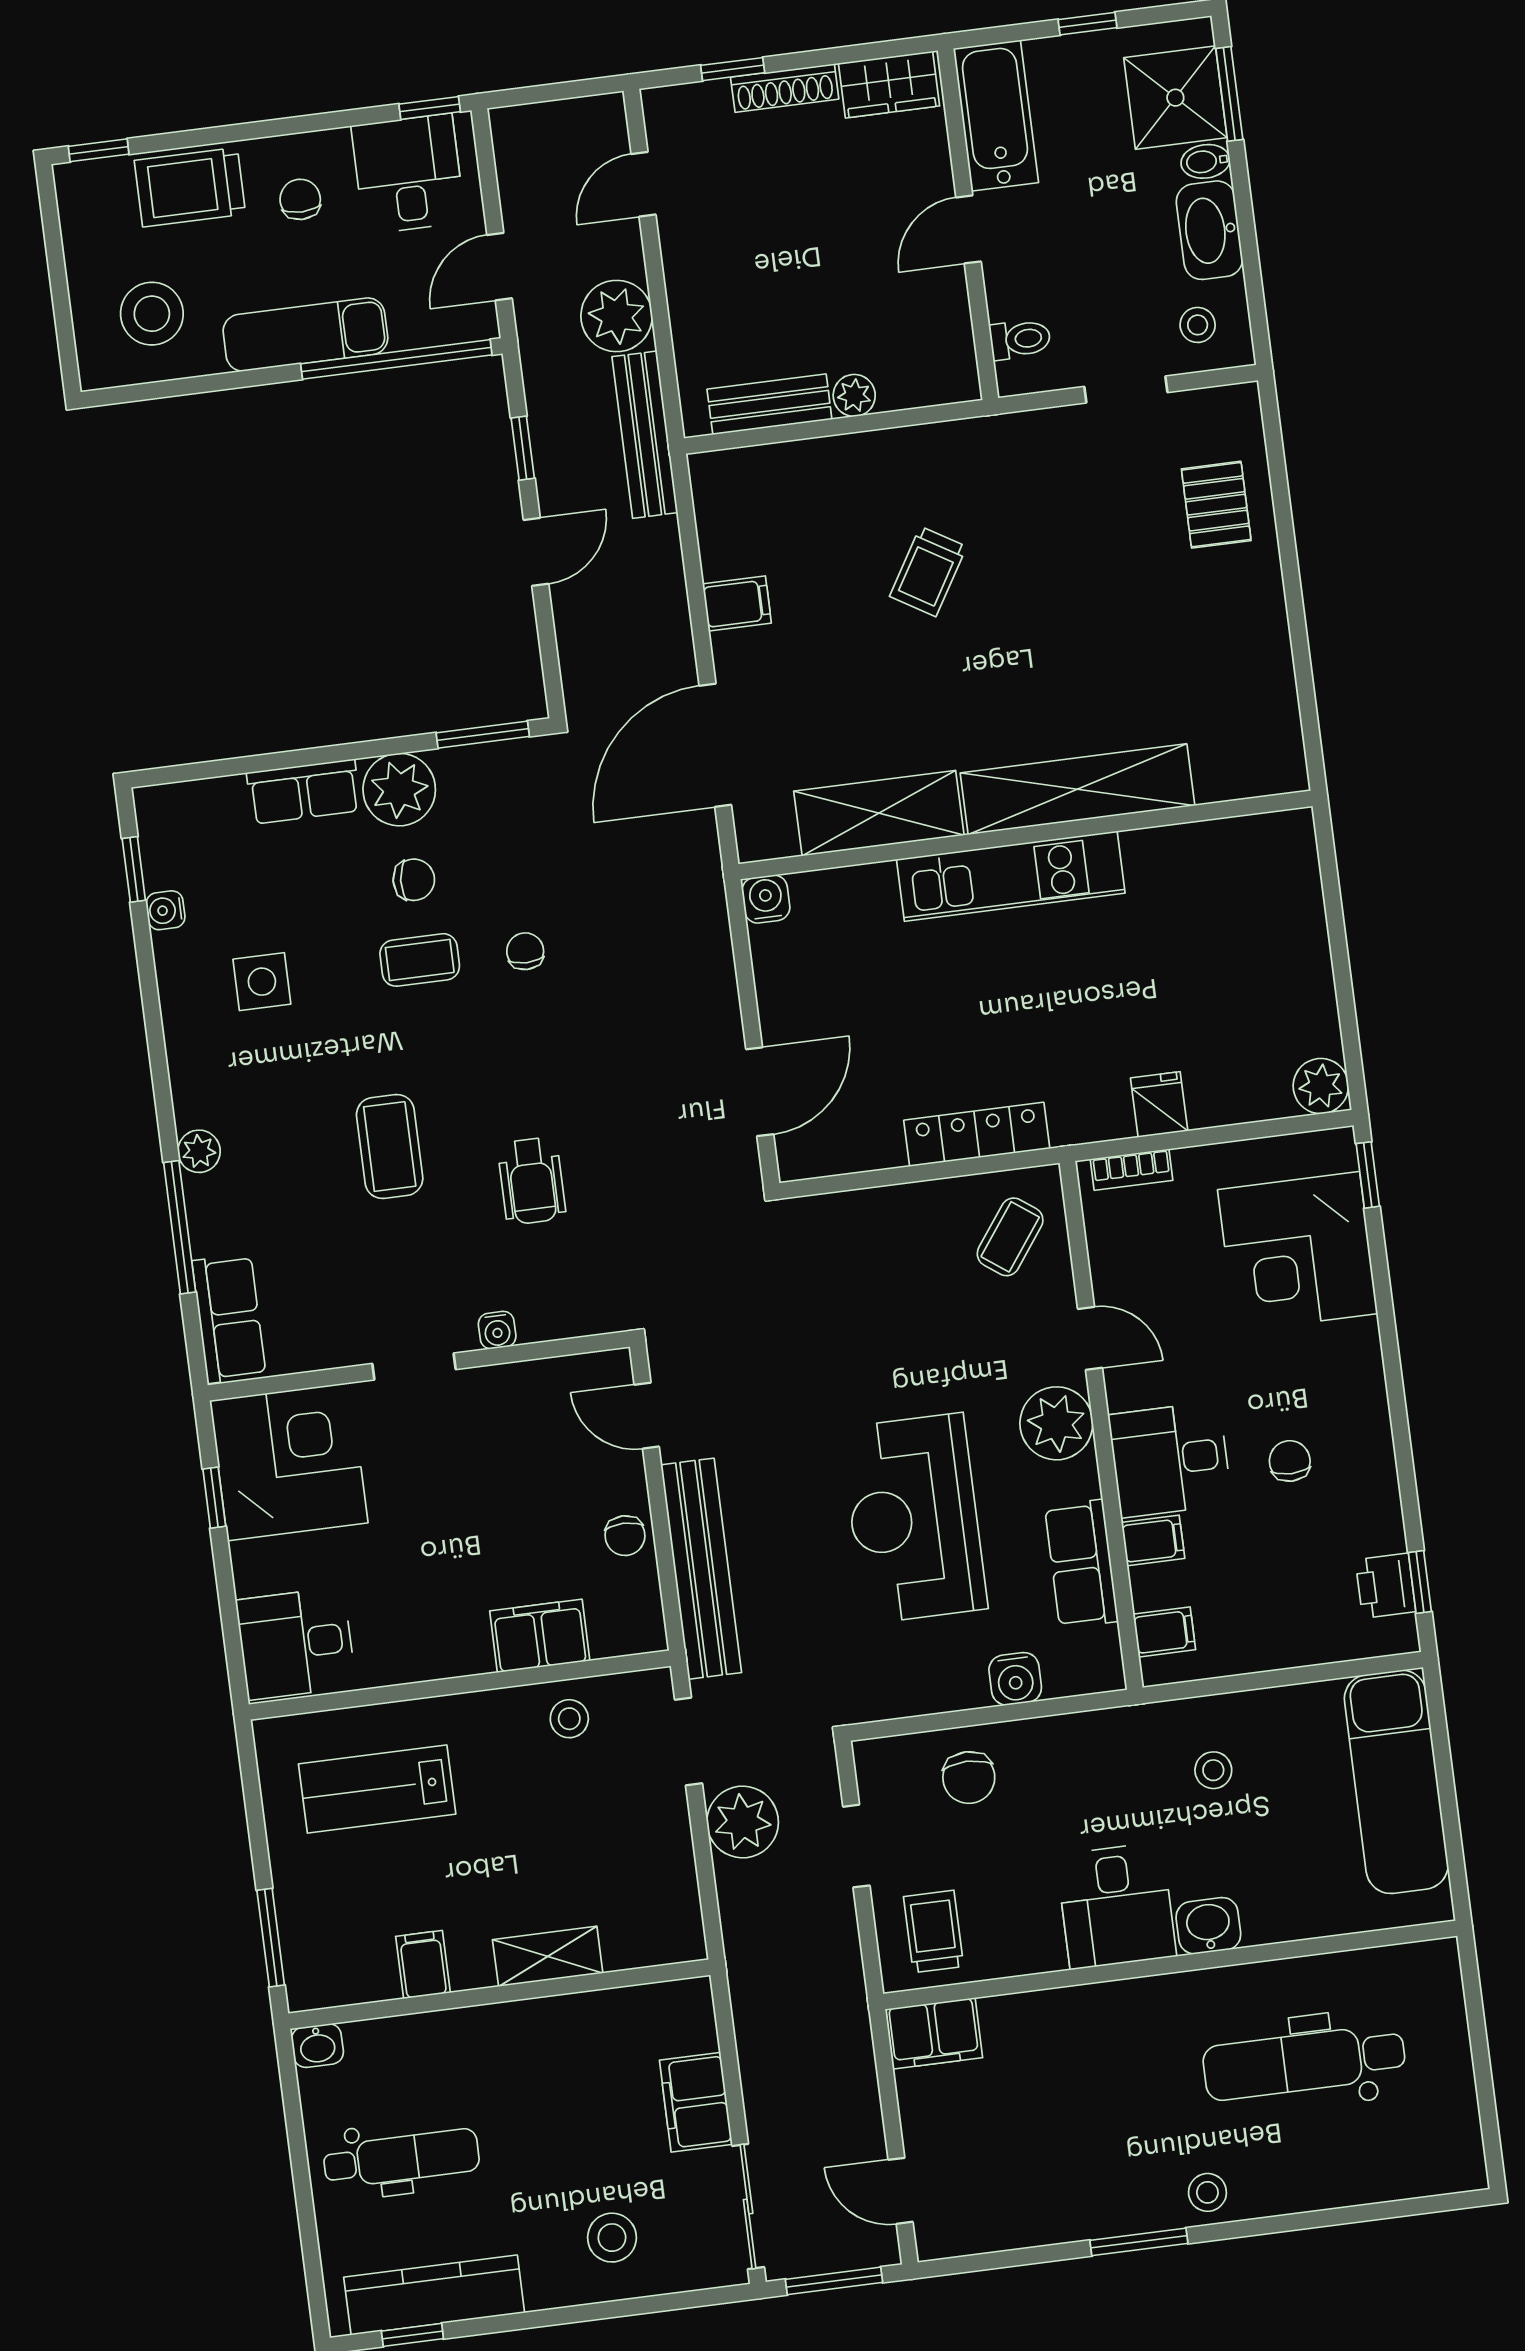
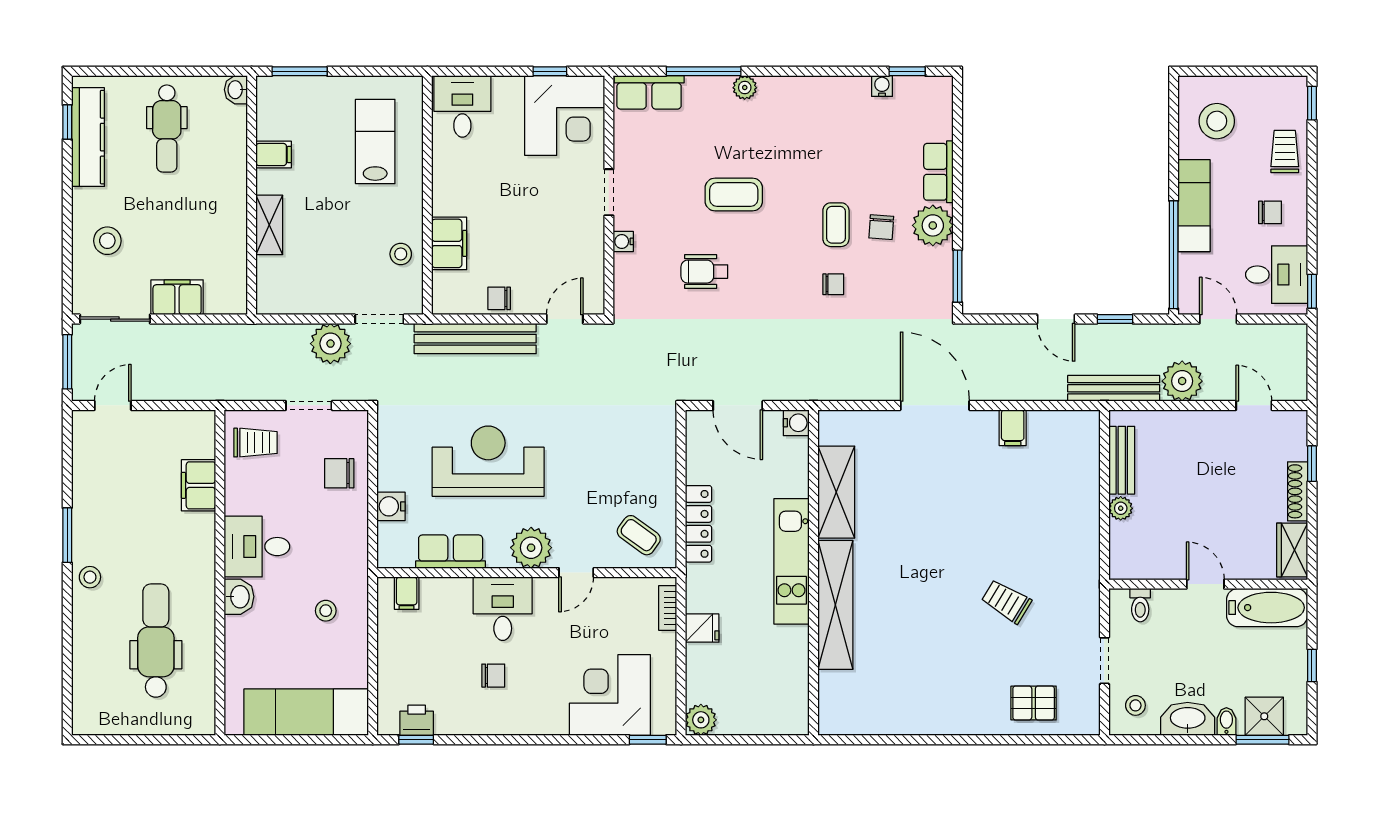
shower: (1175, 98) -> (1264, 716), width x0.73, depth x0.73
trolley: (190, 187) -> (1285, 152), width x0.73, depth x0.72
trolley: (928, 571) -> (1006, 601), moved
shelving: (1077, 789) -> (835, 605), moved
shelving: (879, 813) -> (836, 492), moved
wall: (1026, 835) -> (813, 573), moved
kitchen unit: (1011, 876) -> (791, 561), moved
water cooler: (766, 899) -> (796, 423), moved
side table: (262, 982) -> (835, 135), removed
filing cabinet: (1153, 1540) -> (459, 593), removed
filing cabinet: (934, 2033) -> (199, 485), moved

